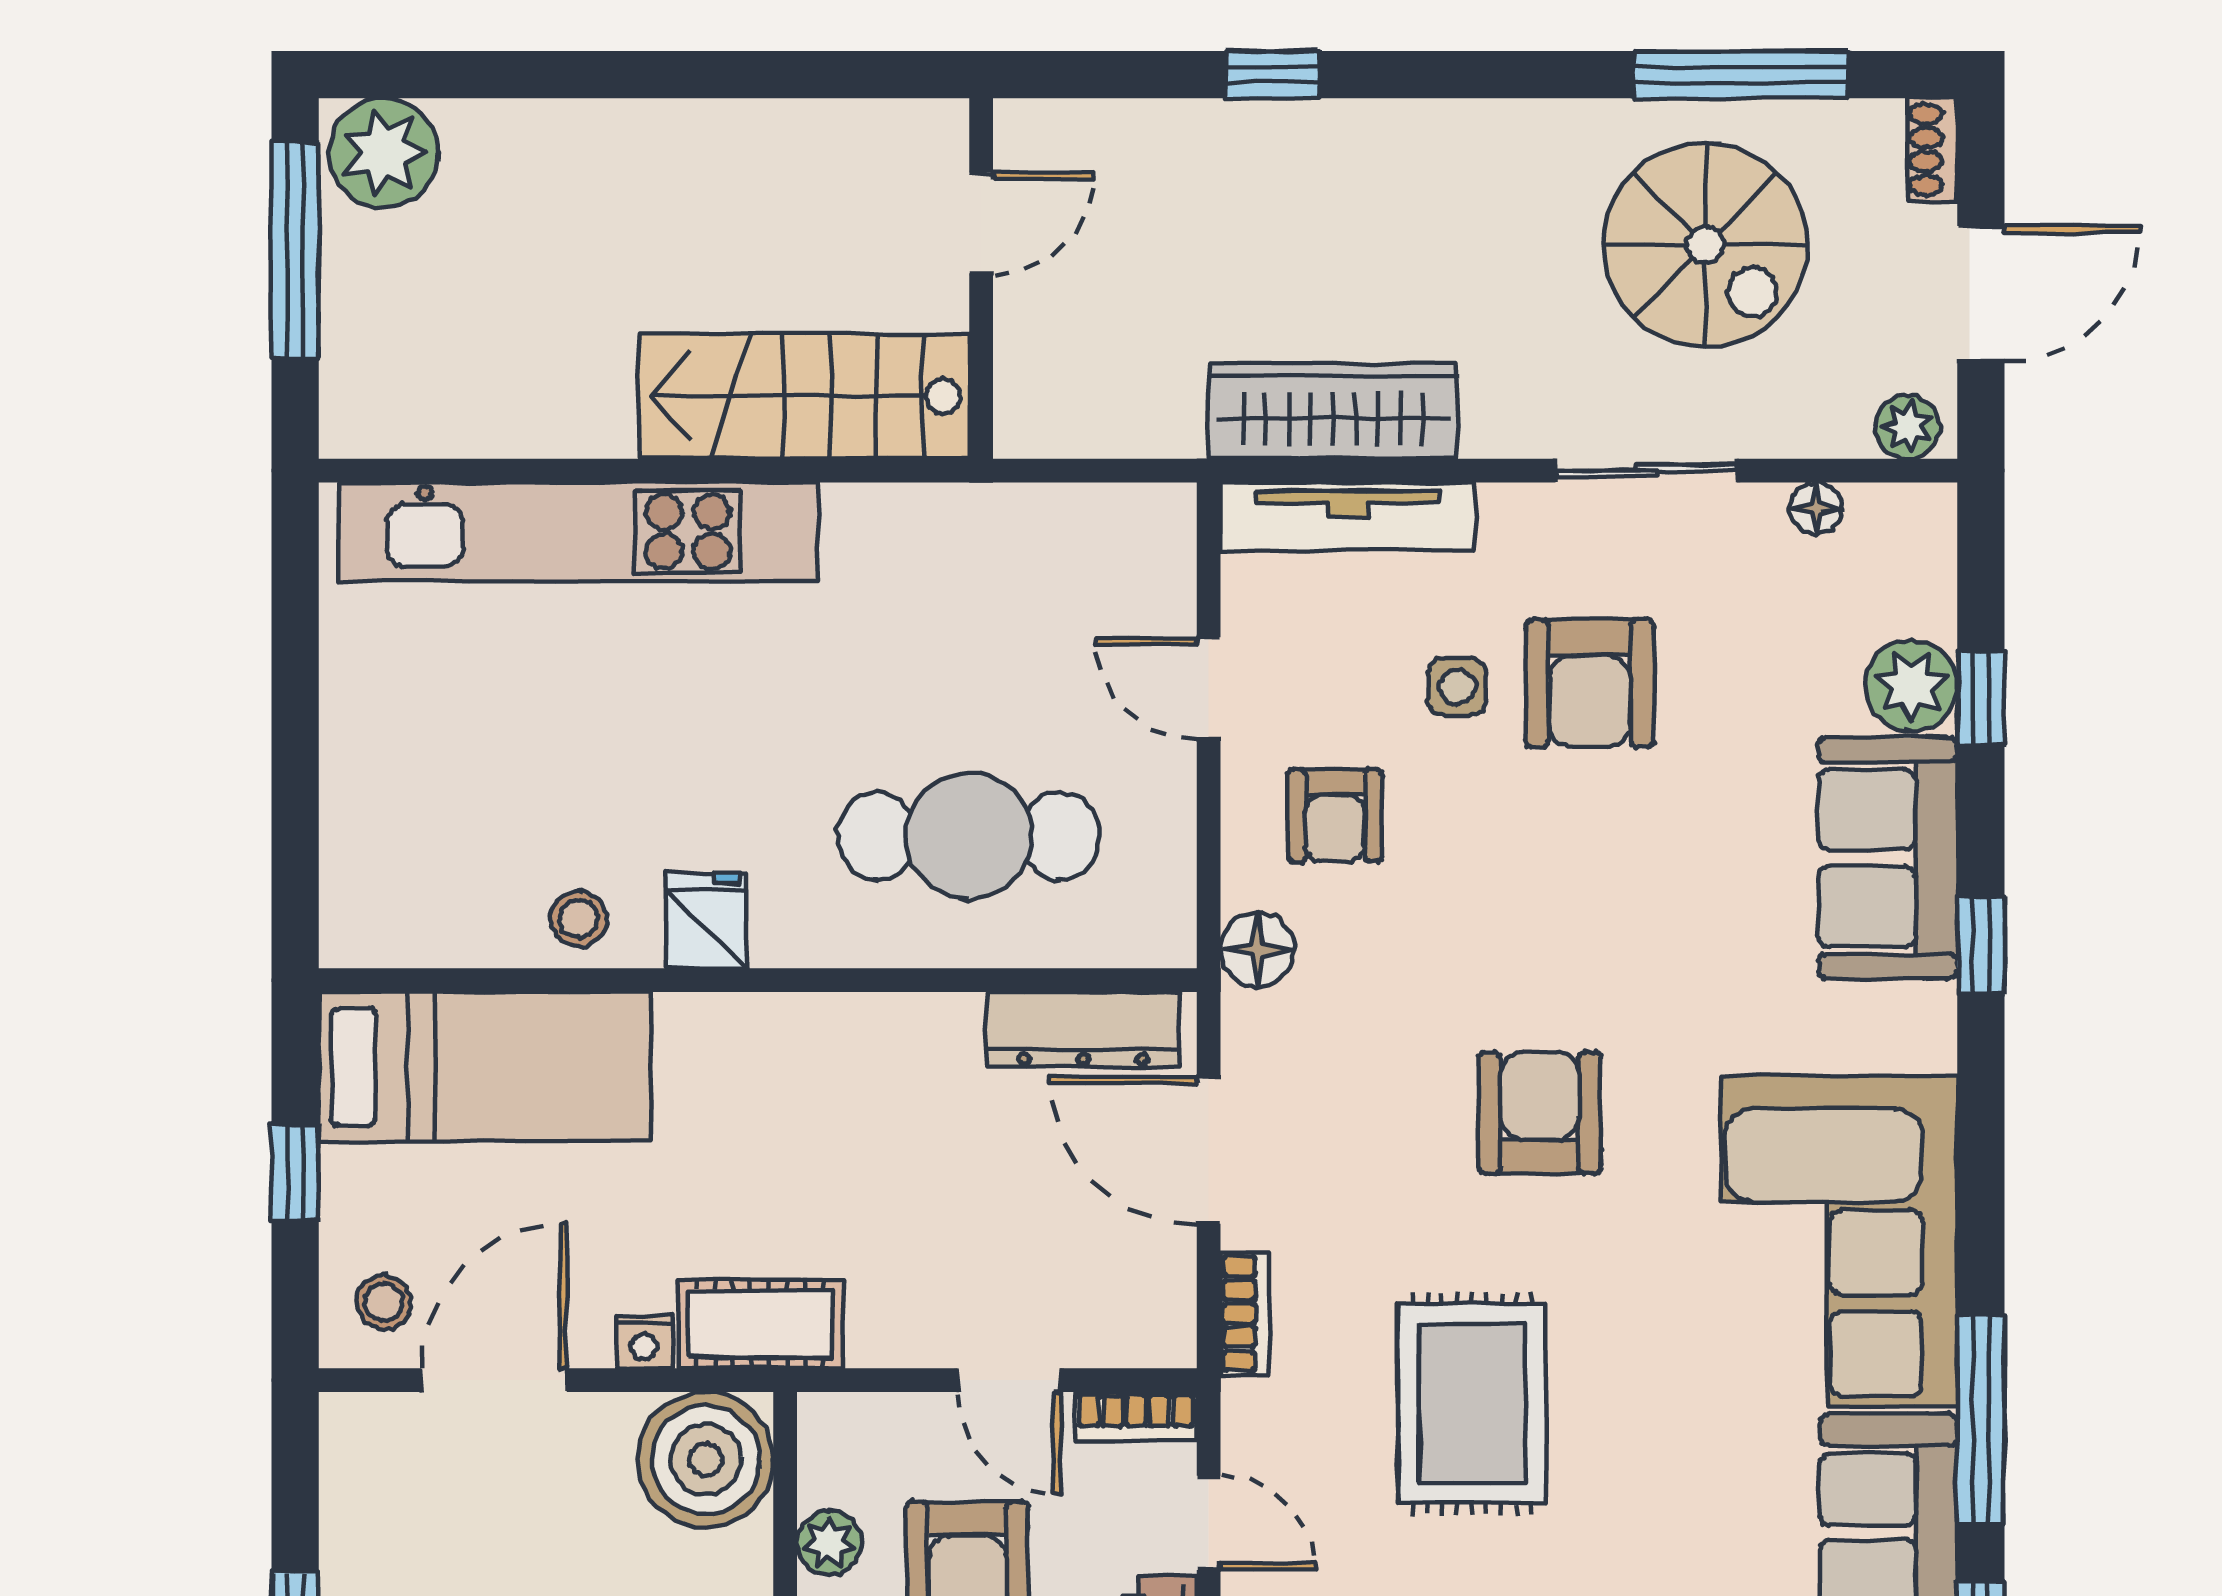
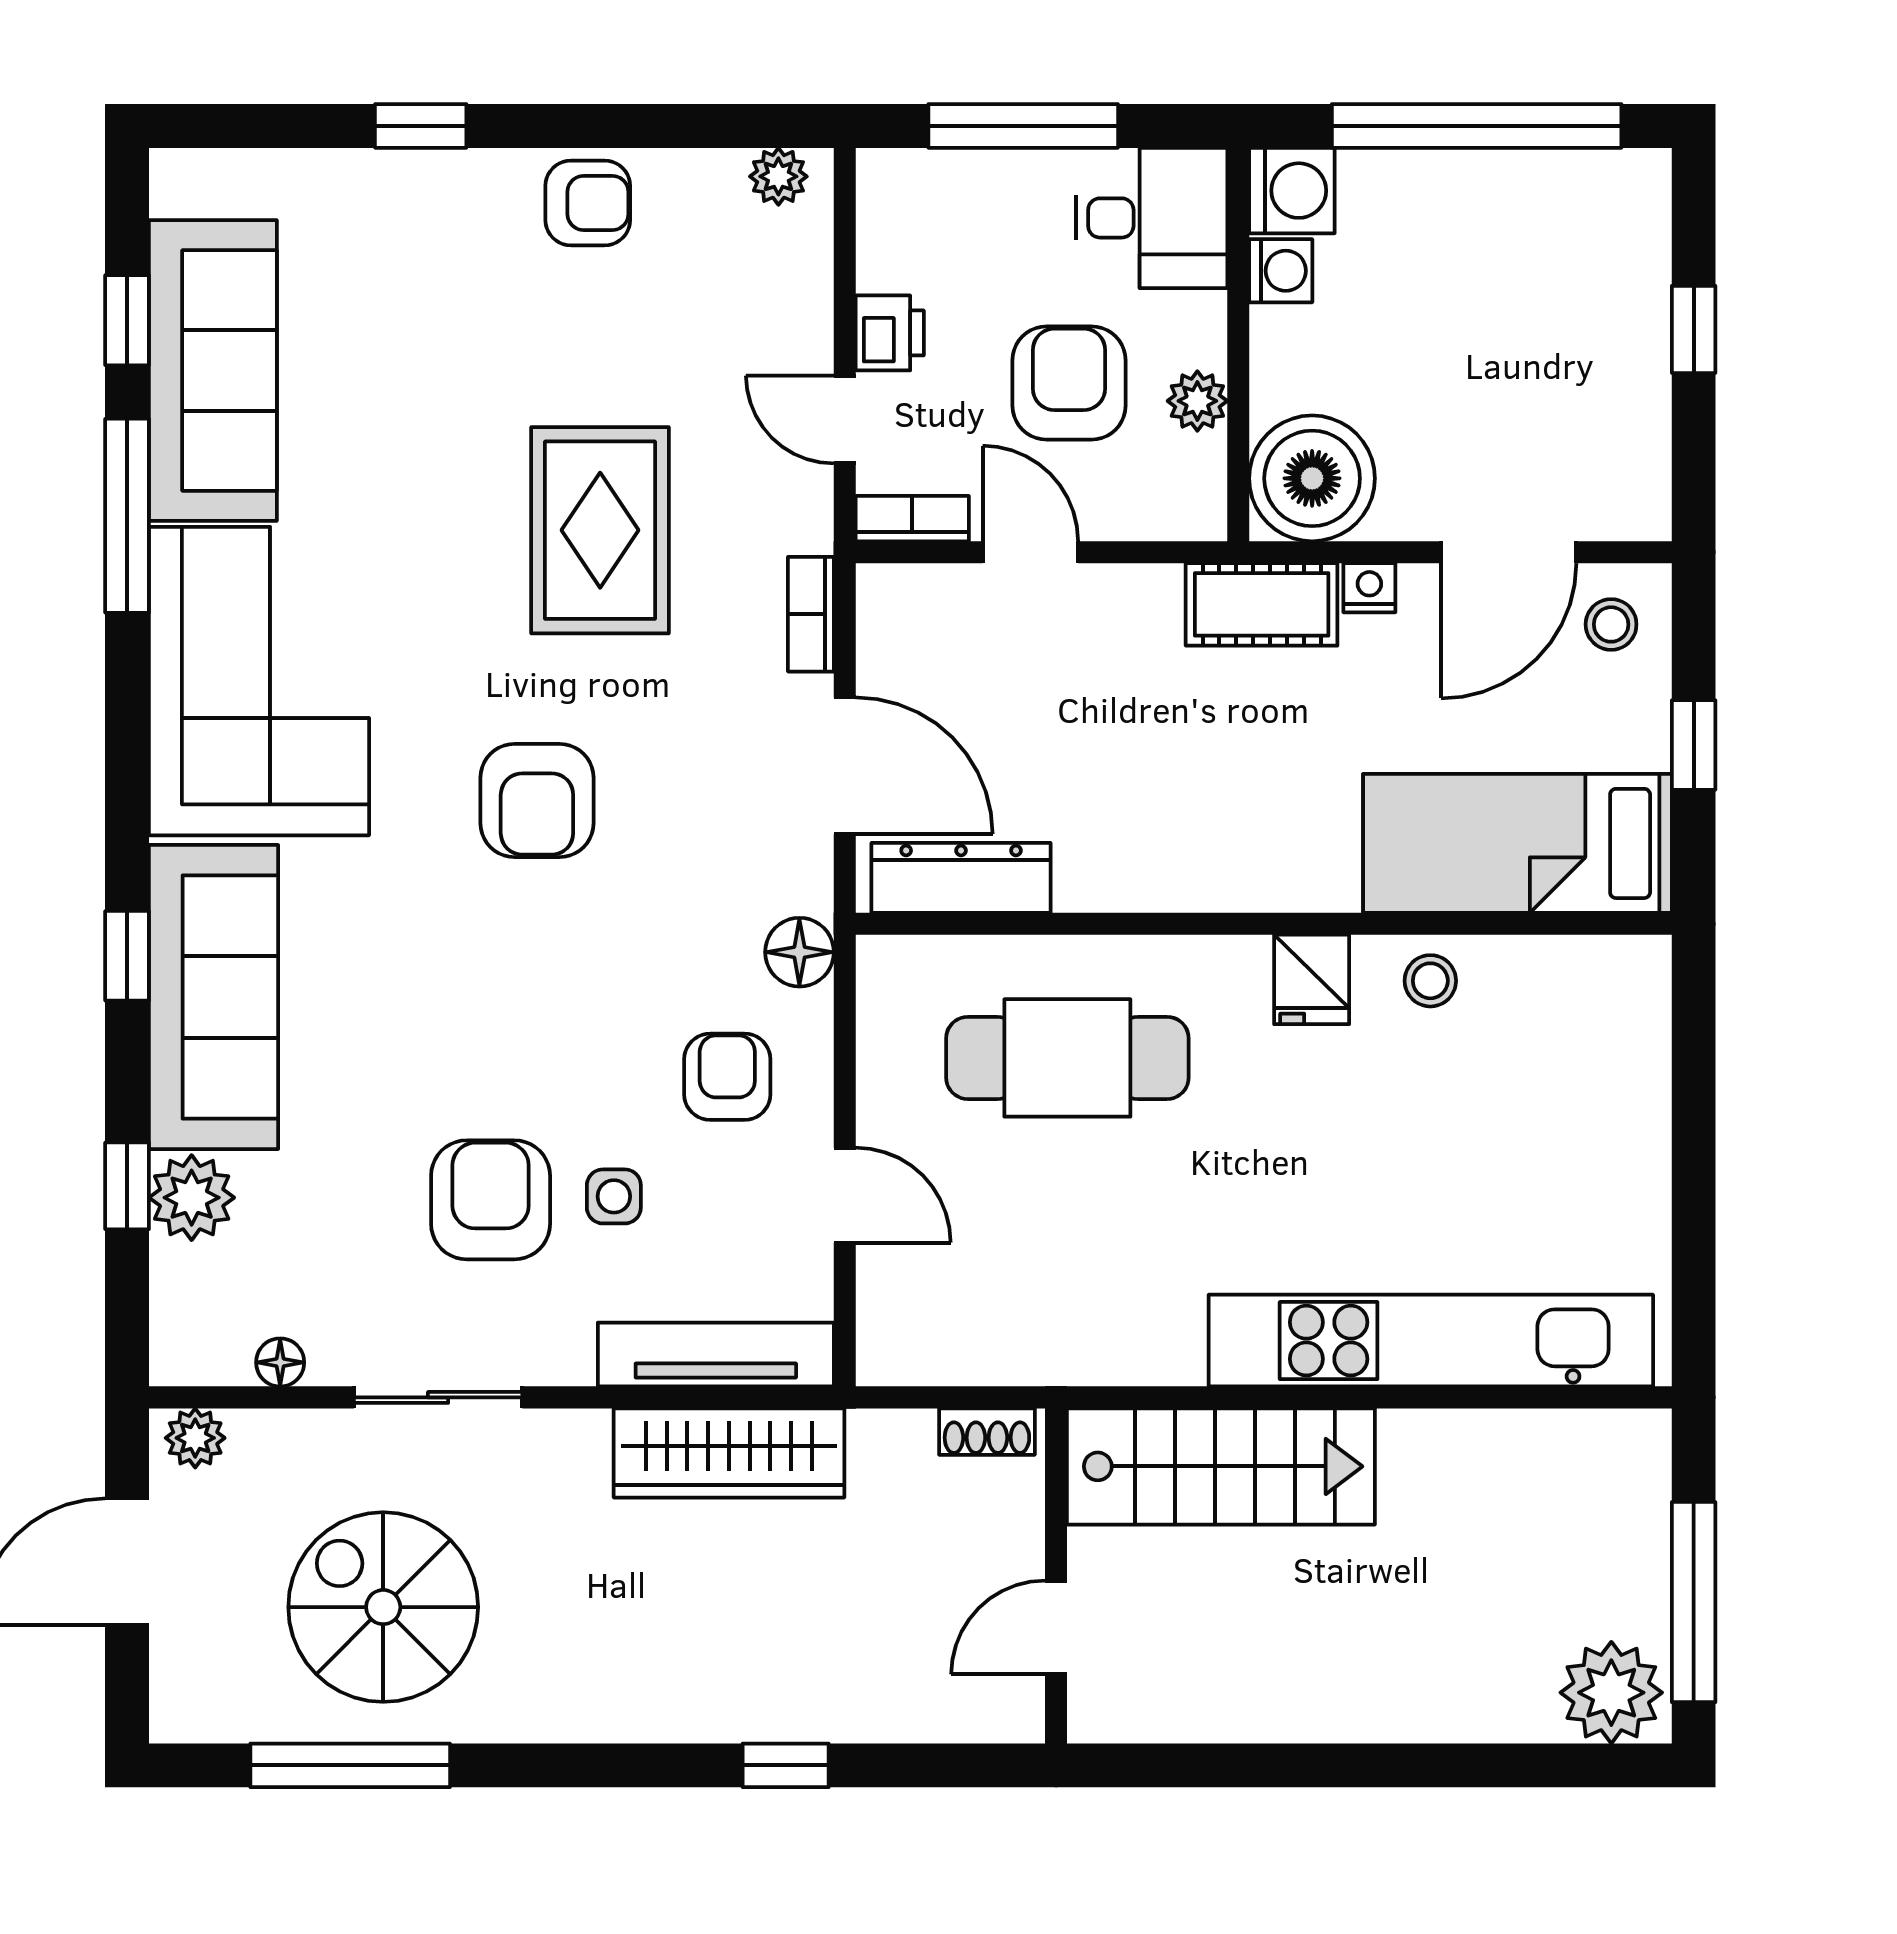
shoe rack: (1932, 150) -> (987, 1432), moved, turned 90
sofa: (1888, 858) -> (214, 997), width x1.36

